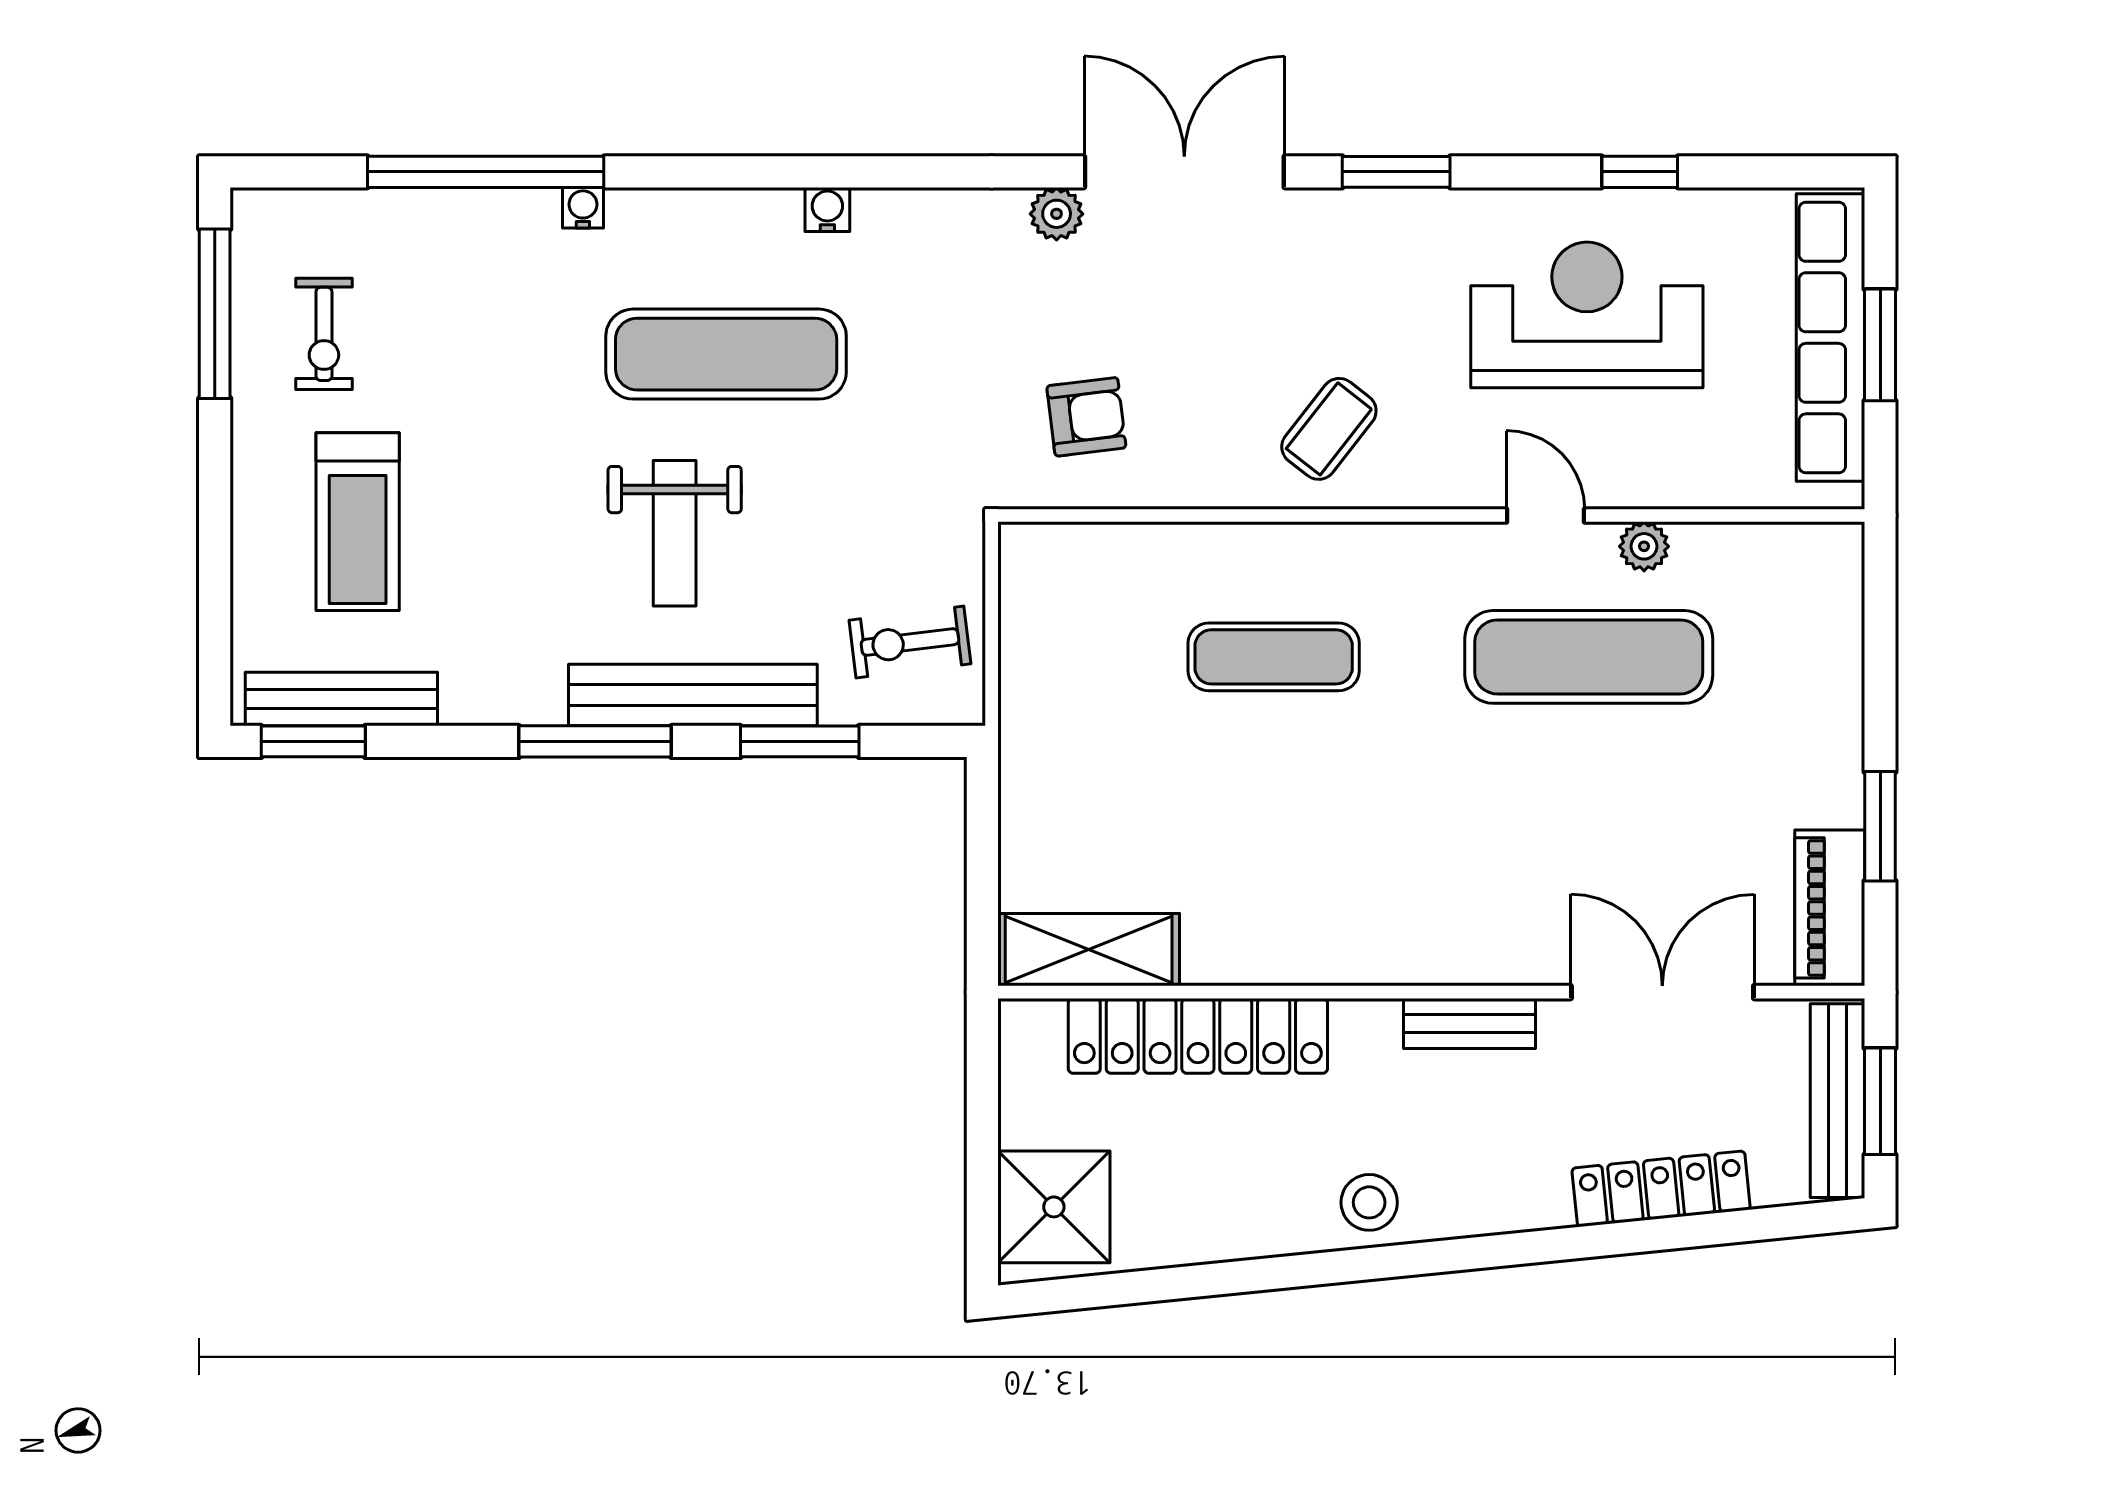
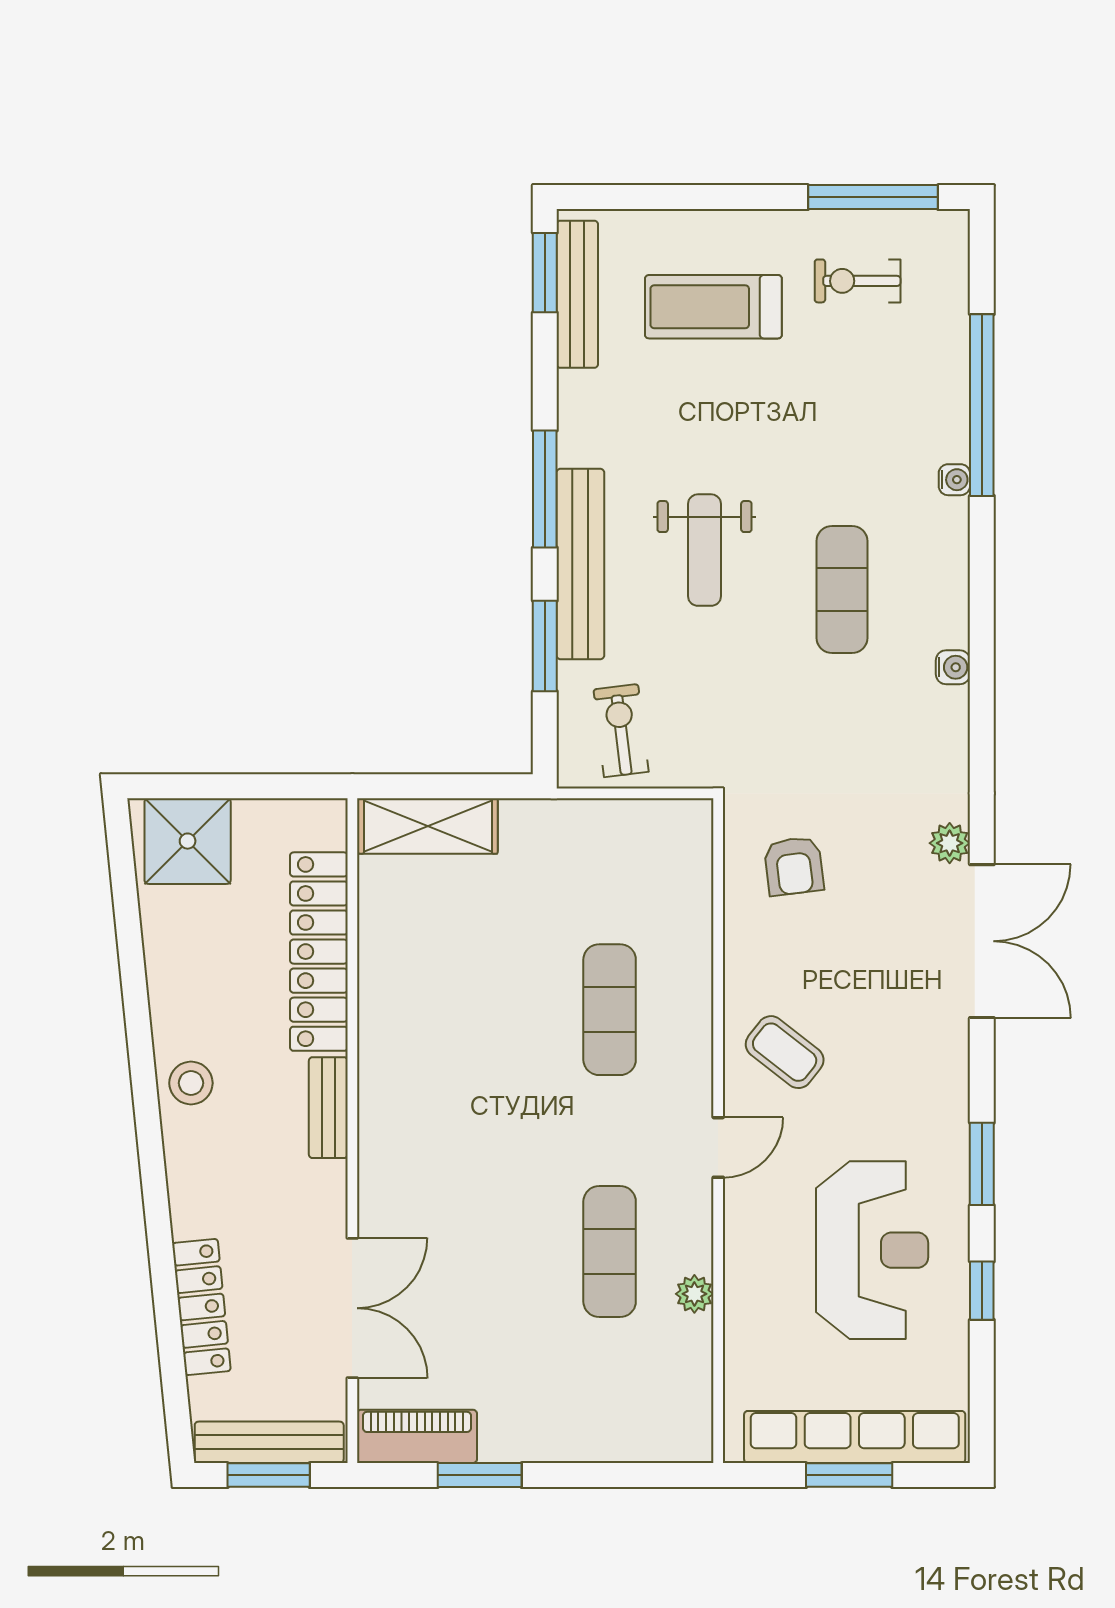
window: (1396, 172) -> (982, 1164), moved
exercise mat: (726, 354) -> (842, 589), width x0.73, depth x0.69
door: (1546, 515) -> (718, 1147), moved
weight bench: (675, 533) -> (705, 550), turned -90
exercise mat: (1589, 657) -> (610, 1252), width x0.73, depth x0.69
shelving: (1089, 950) -> (428, 826), moved, turned 90
bench: (1469, 1024) -> (328, 1108), moved

